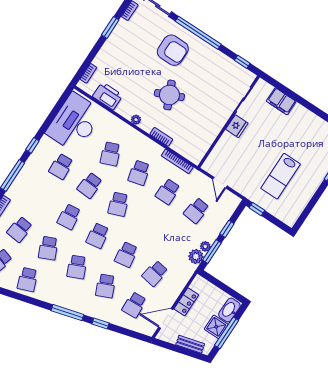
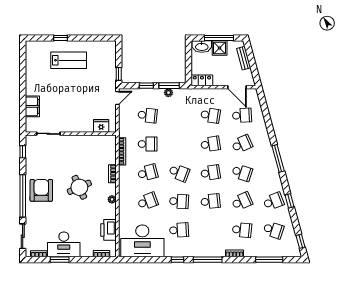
desk: (123, 42) -> (64, 244), added
armchair: (173, 50) -> (41, 190), moved
fridge: (237, 126) -> (101, 126), moved
lab bench: (281, 176) -> (69, 60), moved
door: (220, 183) -> (117, 98), moved
school desk: (118, 204) -> (179, 173), turned 42
plant: (196, 256) -> (180, 95), removed
school desk: (77, 267) -> (242, 173), turned 42
locker: (186, 302) -> (202, 80), moved
window: (101, 324) -> (290, 201), moved

